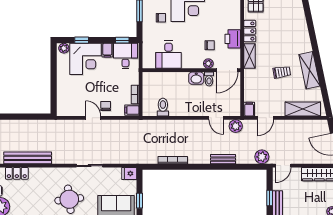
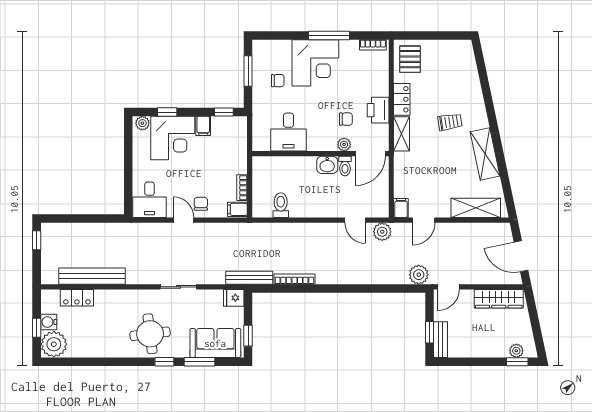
desk: (125, 56) -> (150, 200), moved, turned 180
trolley: (282, 72) -> (450, 122), moved
bench: (223, 159) -> (249, 278), moved, width x1.36

